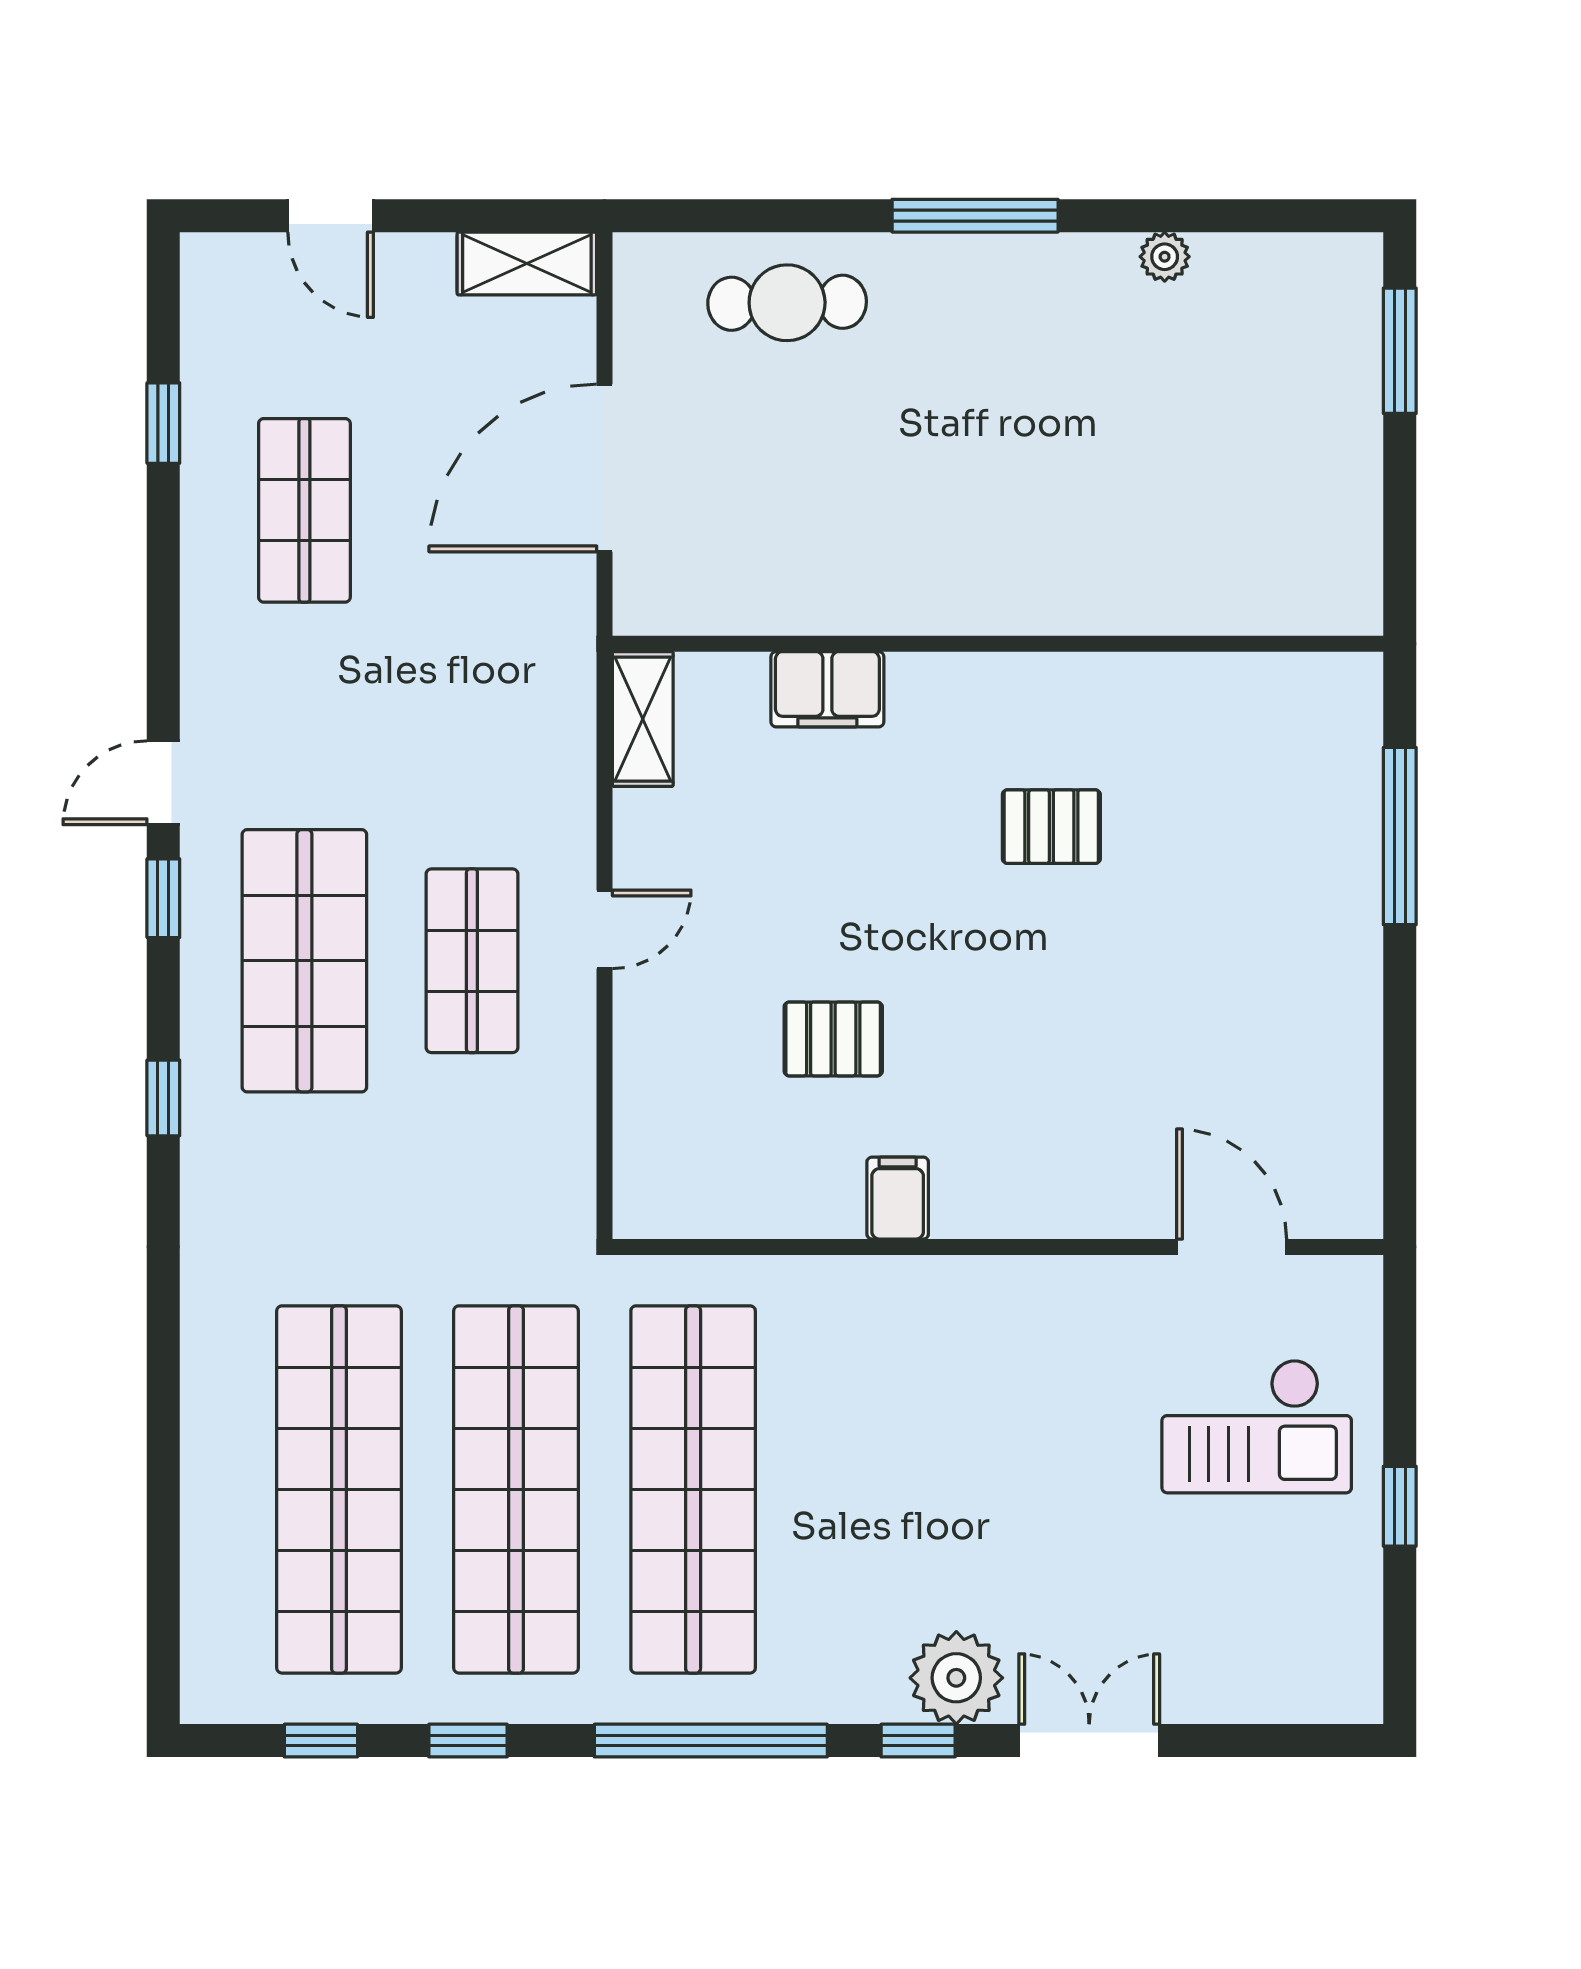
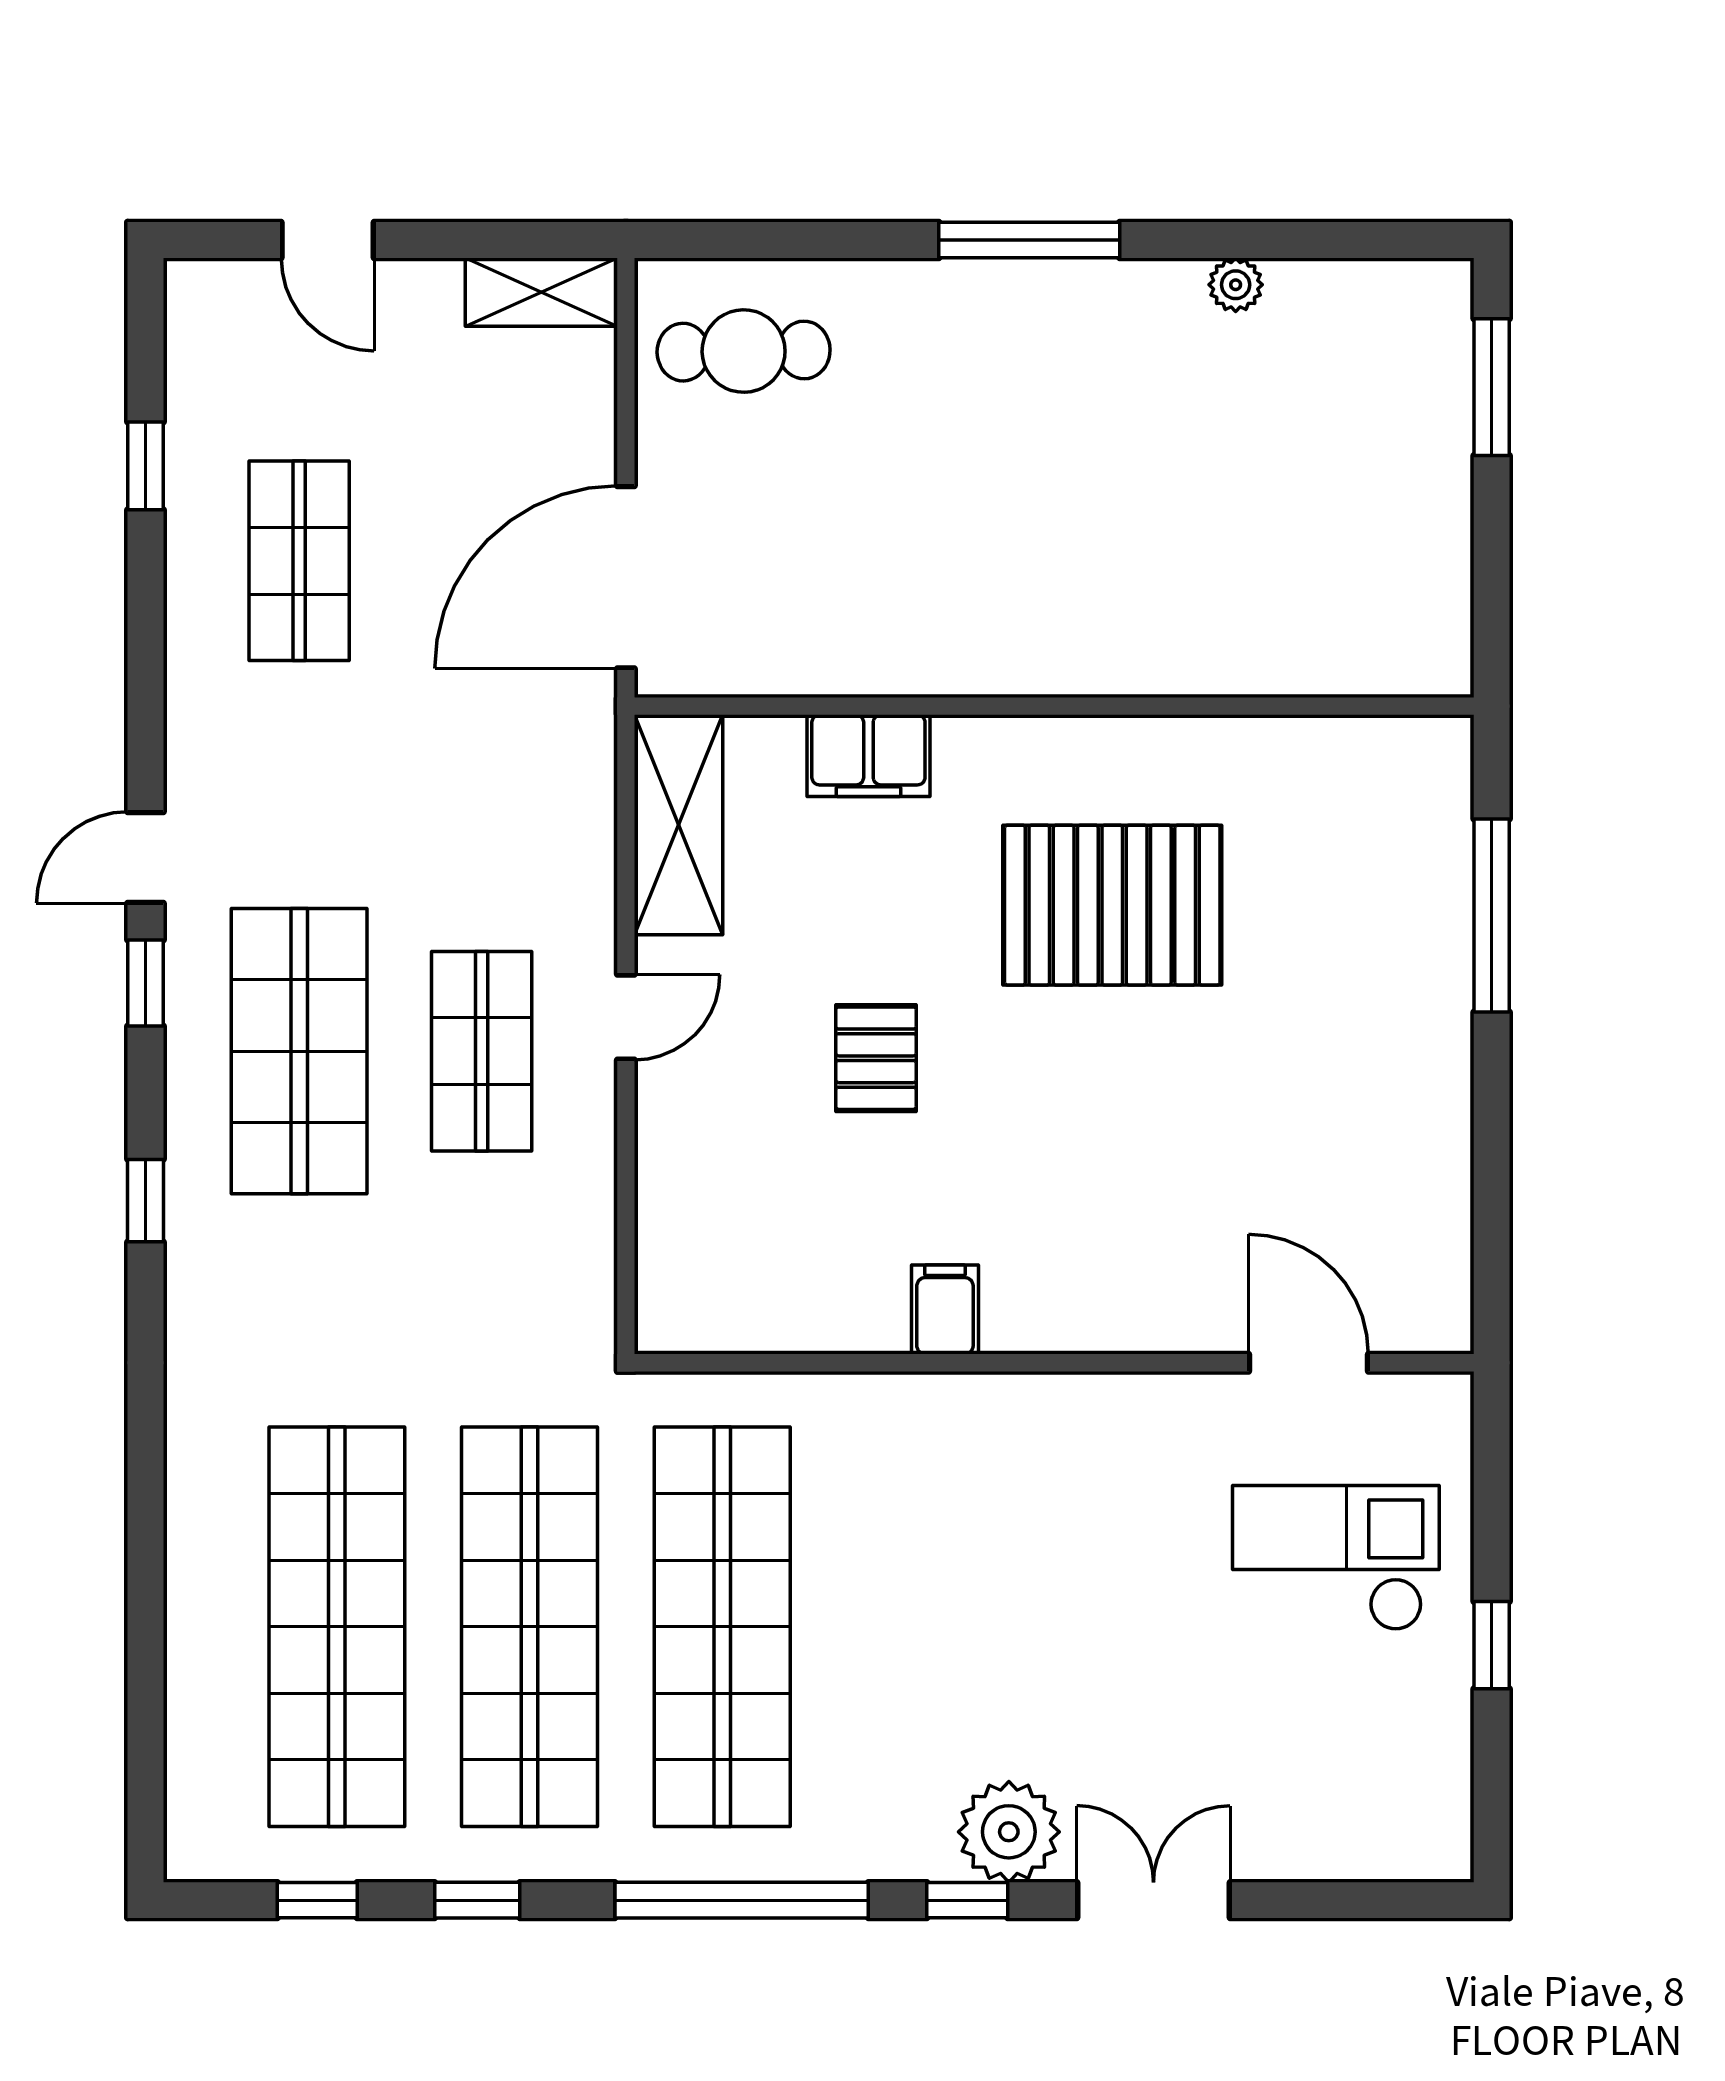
cafe table: (787, 303) -> (744, 351), moved
door: (605, 468) -> (626, 577), moved
shelving: (643, 719) -> (678, 825), width x1.50, depth x1.33
pallet: (1051, 827) -> (1112, 905), width x2.05, depth x2.00
pallet: (833, 1039) -> (876, 1058), moved, turned 90
checkout: (1257, 1426) -> (1336, 1558), turned 180

